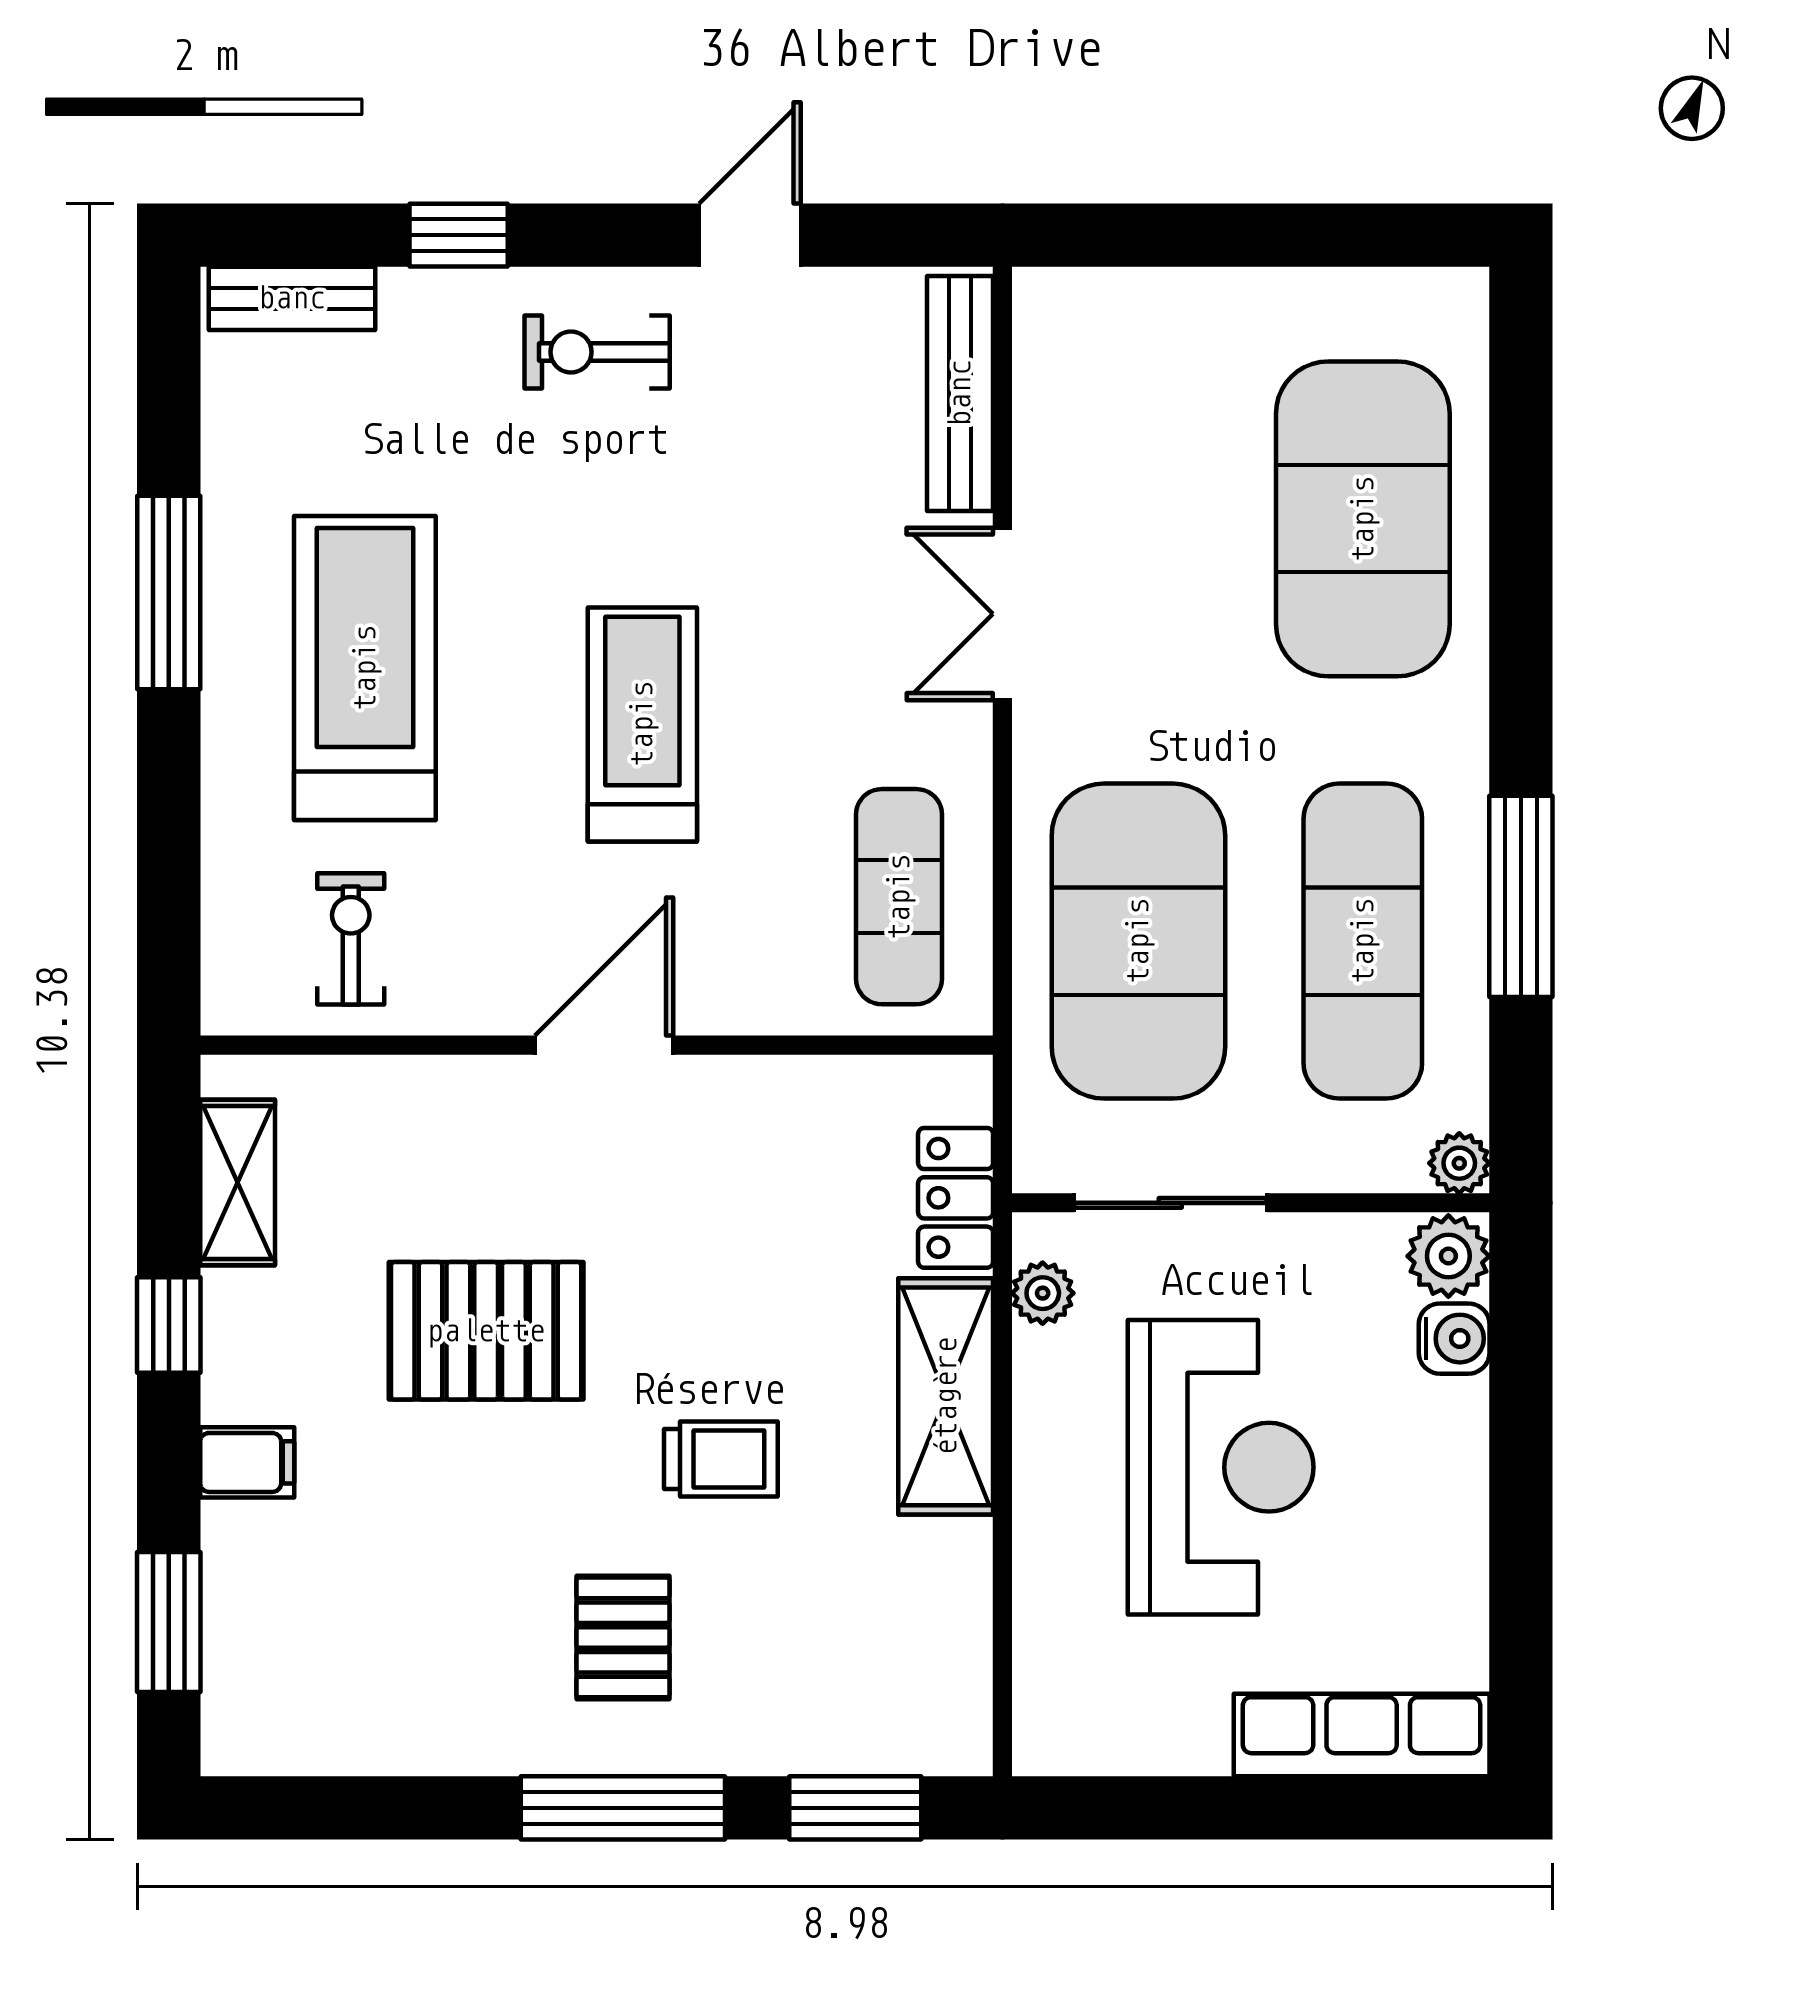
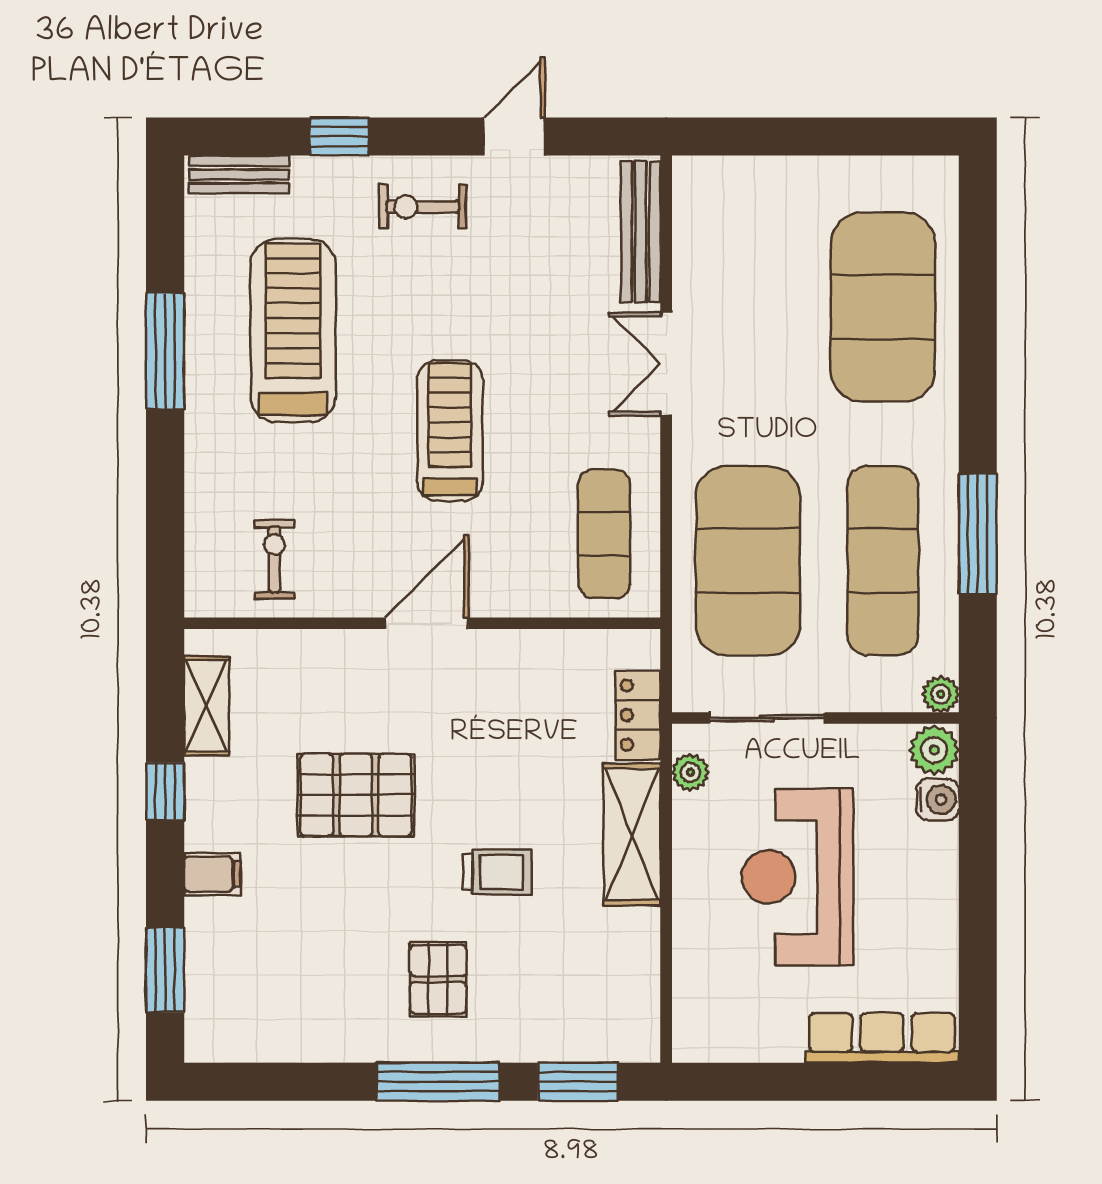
treadmill: (365, 668) -> (293, 331), moved
reception desk: (1221, 1467) -> (797, 877), turned 180

